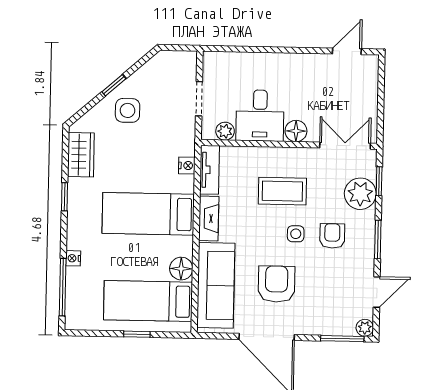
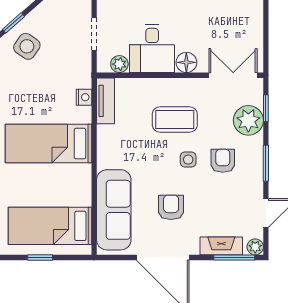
side table: (128, 110) -> (27, 46), turned 35
fireplace: (209, 218) -> (221, 246), moved, turned -90
floor lamp: (181, 269) -> (81, 195), removed
armchair: (277, 284) -> (171, 207), width x0.72, depth x0.72

